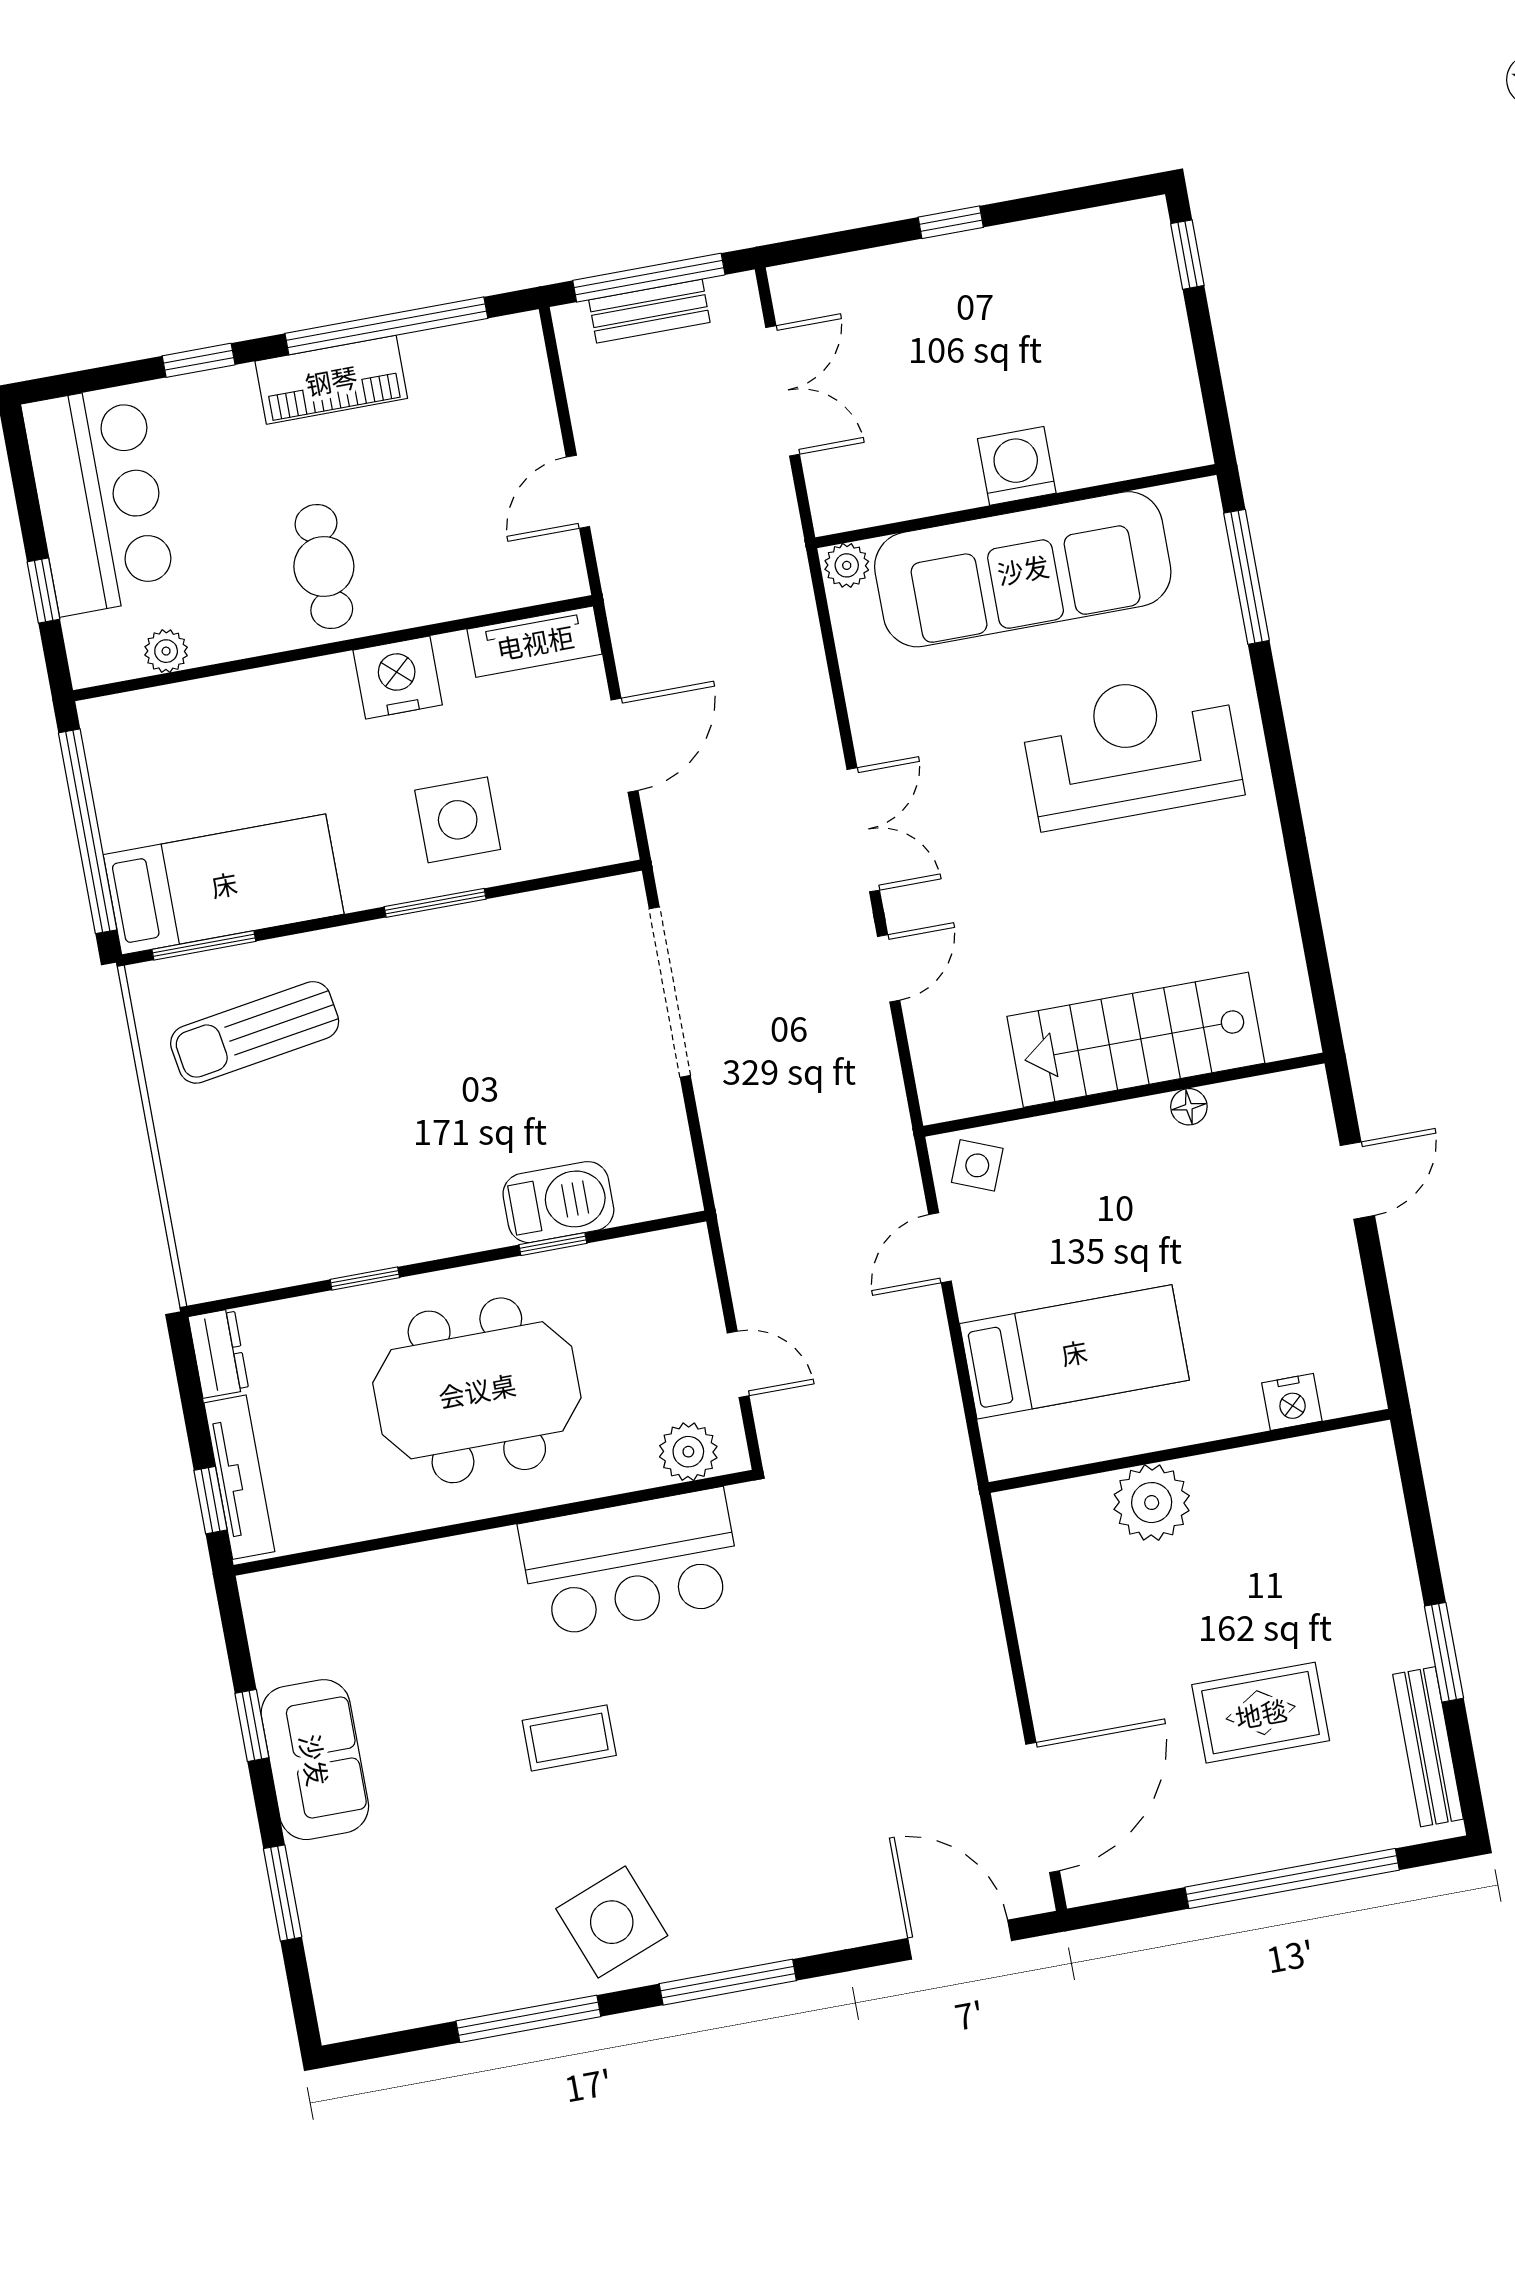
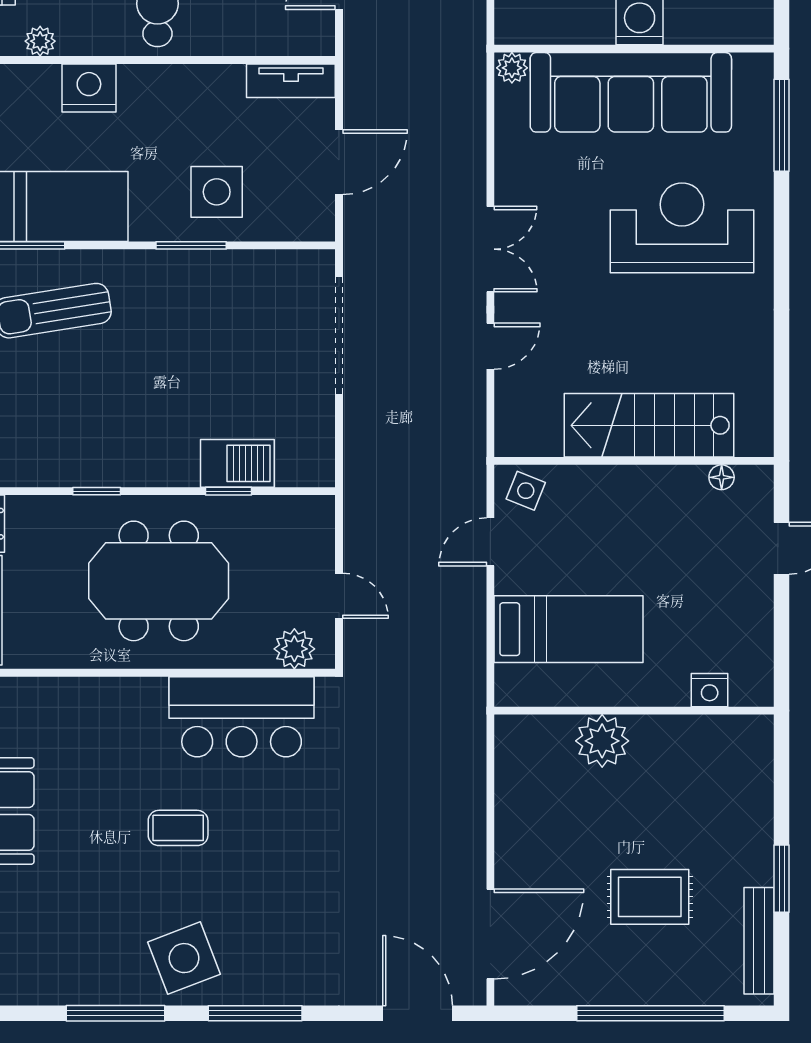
nightstand: (398, 678) -> (89, 88), moved
floor lamp: (1189, 1107) -> (722, 477), moved

